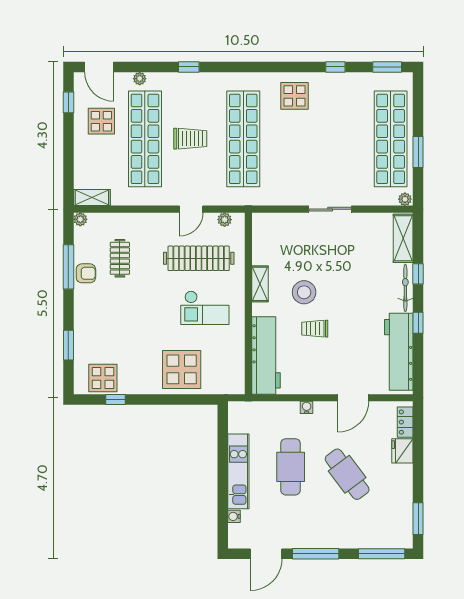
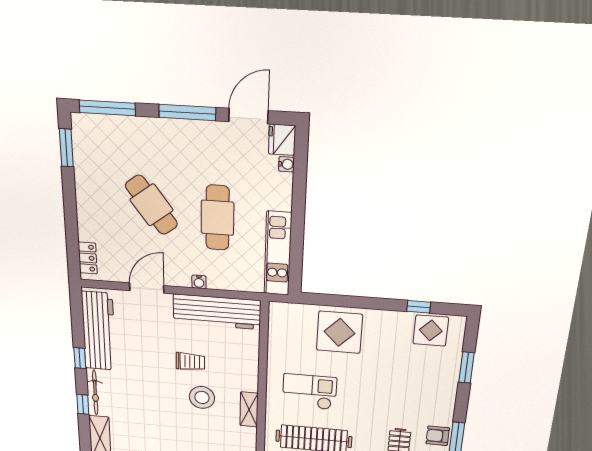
workbench: (266, 355) -> (217, 312), moved, turned -90
fridge: (402, 451) -> (282, 140), moved, turned 180
kitchen unit: (238, 471) -> (278, 254), moved

